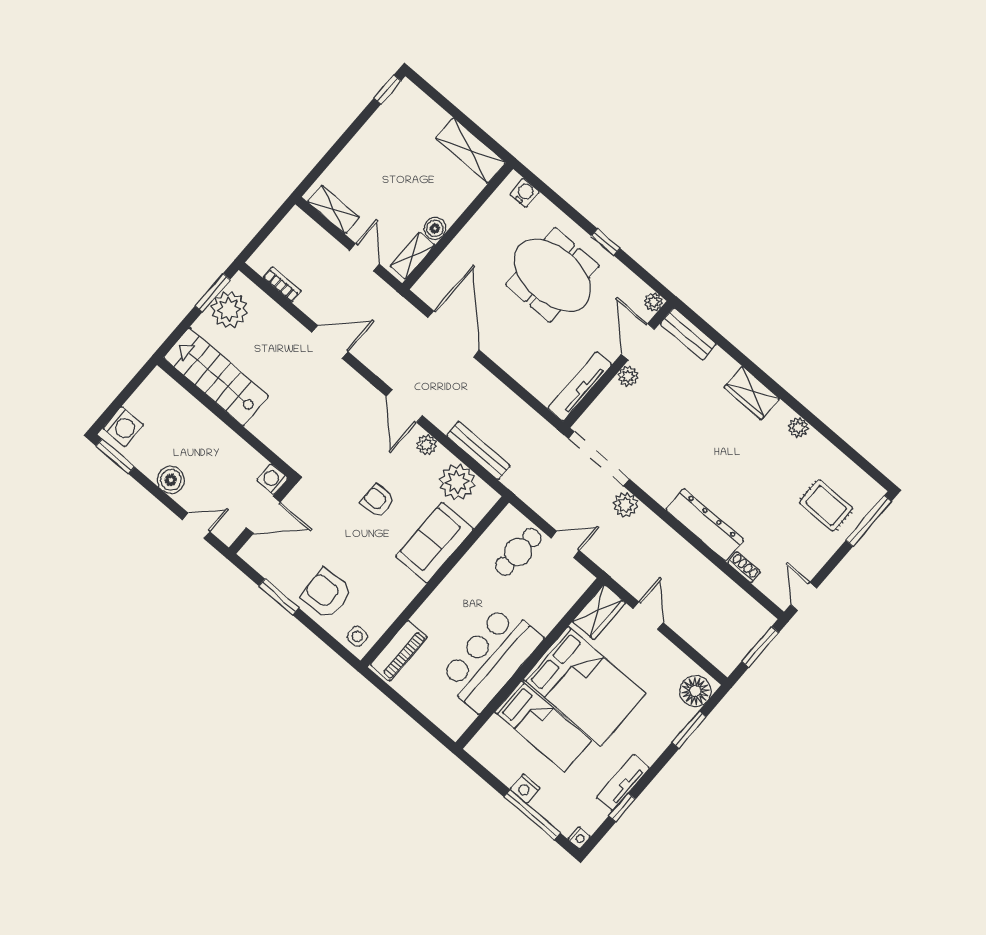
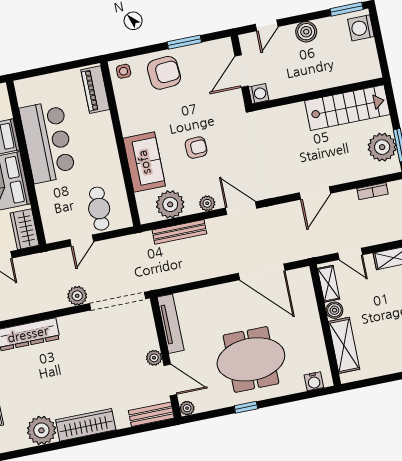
shelving: (471, 150) -> (344, 345), moved, turned 90
wardrobe: (752, 393) -> (86, 425), width x1.50
plant: (798, 427) -> (41, 430), width x1.87, depth x1.87

